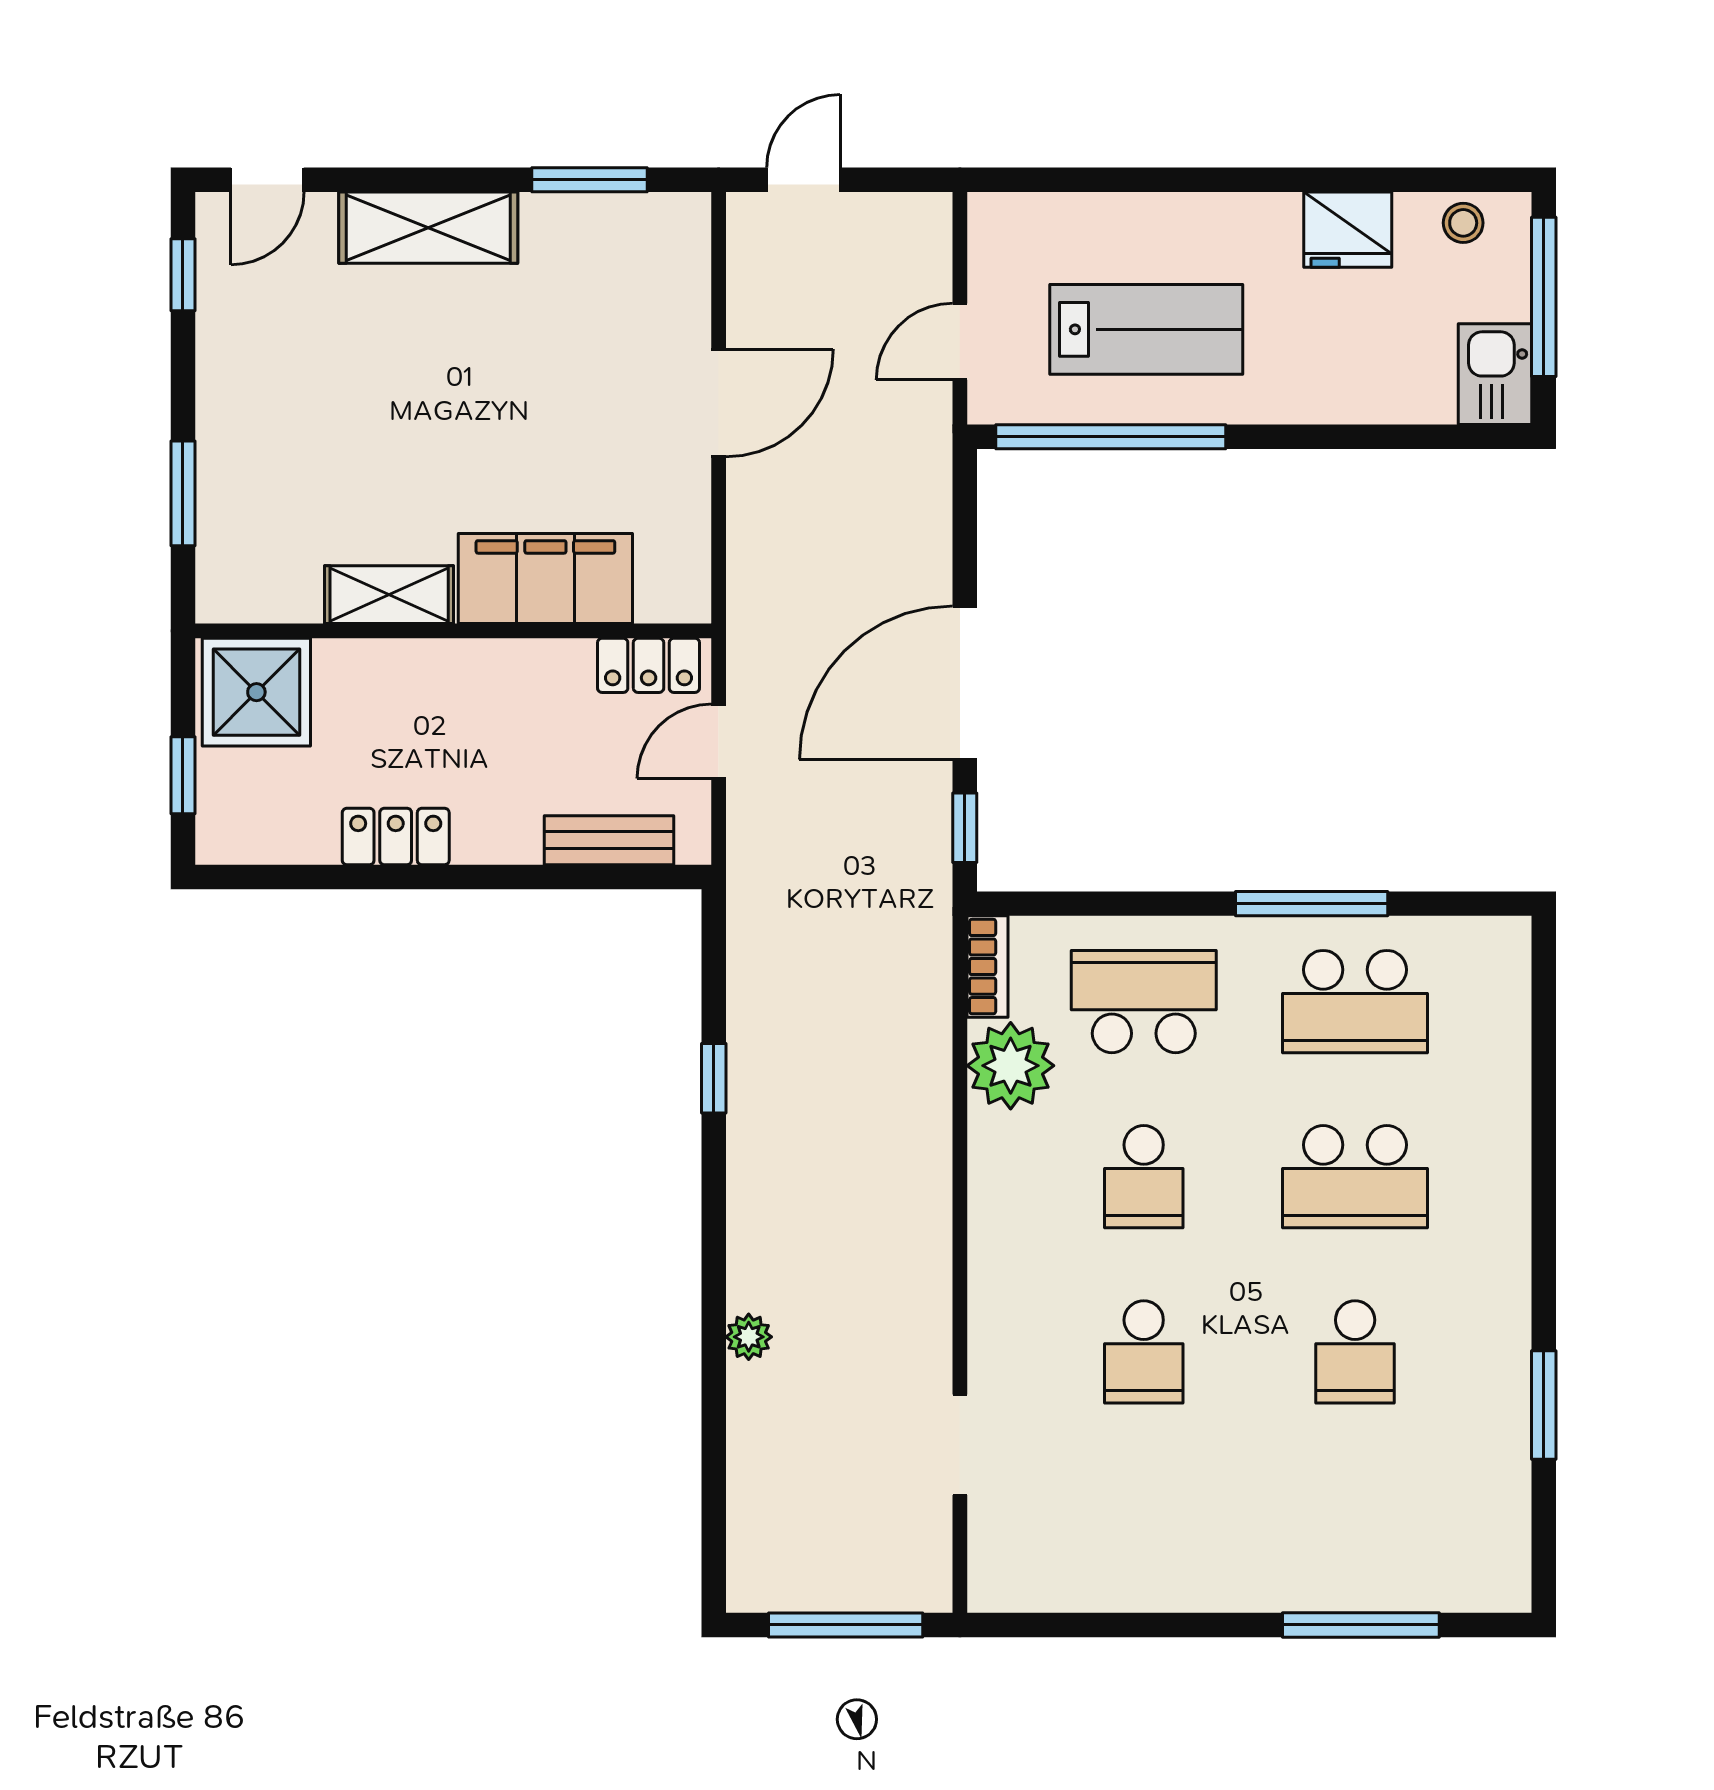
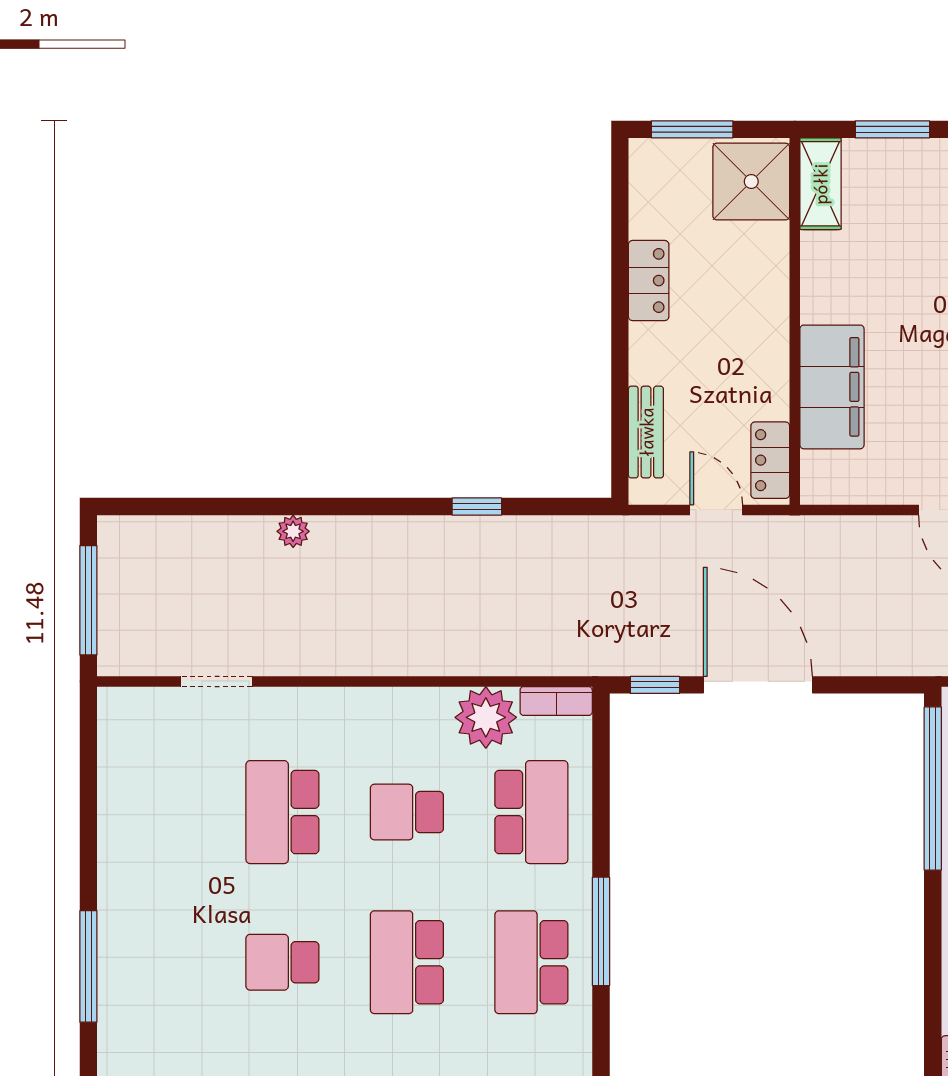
shelving: (389, 595) -> (820, 184), moved
window: (183, 775) -> (692, 129), width x1.50
school desk: (1144, 1352) -> (282, 812), width x1.85

